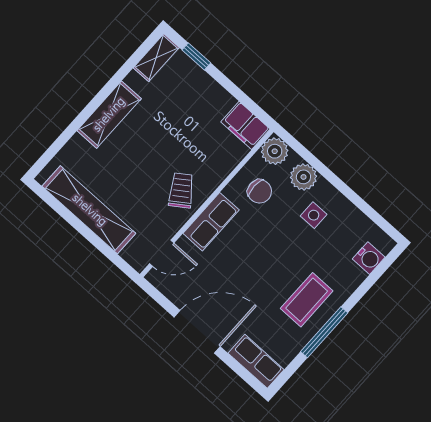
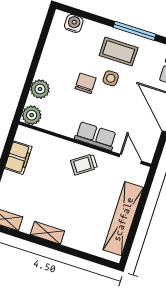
shelving: (109, 115) -> (47, 233), width x0.67, depth x0.75
filing cabinet: (245, 125) -> (18, 158), moved
chair: (260, 191) -> (86, 83), moved
side table: (314, 215) -> (111, 78), moved

